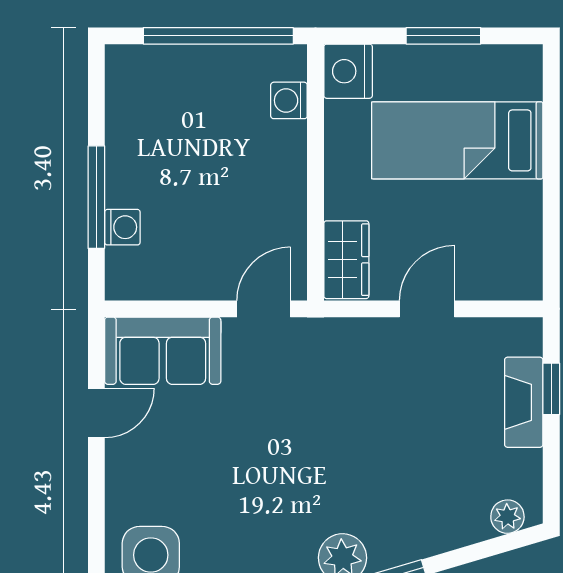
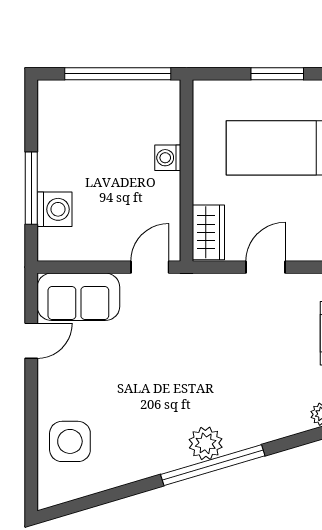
nightstand: (348, 71) -> (210, 99), removed
washing machine: (289, 100) -> (168, 158), moved
washing machine: (122, 227) -> (55, 209), width x1.38, depth x1.38

